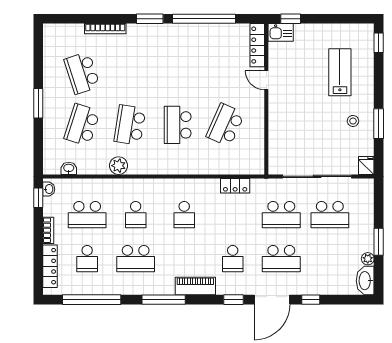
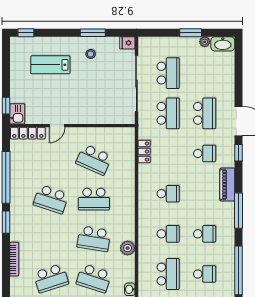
school desk: (178, 73) -> (51, 199), added
school desk: (136, 259) -> (205, 234), width x0.54
window: (311, 300) -> (239, 89), removed

